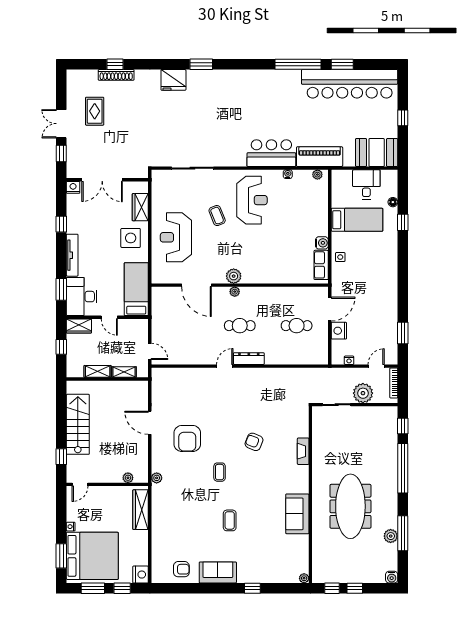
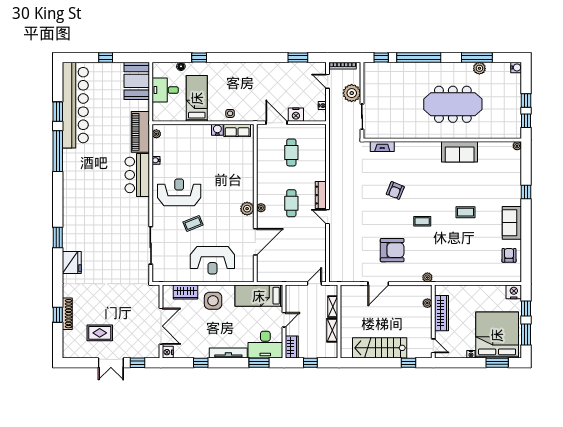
fireplace: (303, 451) -> (382, 146), moved
wardrobe: (141, 510) -> (441, 313), moved, turned -90

